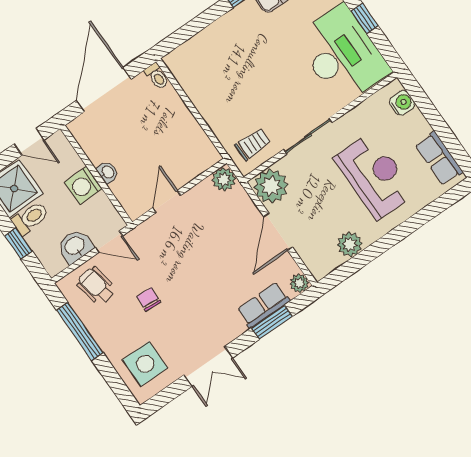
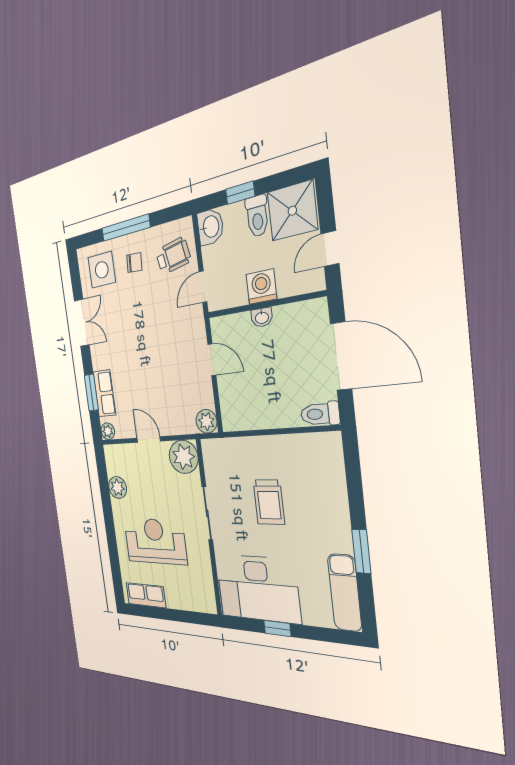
toilet: (157, 76) -> (320, 414), width x1.37, depth x1.39
water cooler: (402, 103) -> (196, 602), removed
trolley: (253, 144) -> (269, 502), moved, width x1.36, depth x1.39
reception desk: (375, 176) -> (155, 541), turned 180
door: (278, 232) -> (149, 440), width x0.73
washbasin: (75, 246) -> (210, 227), moved
chair: (149, 299) -> (134, 263), moved
window: (80, 331) -> (126, 228), moved
double door: (208, 366) -> (82, 323), swing flipped

